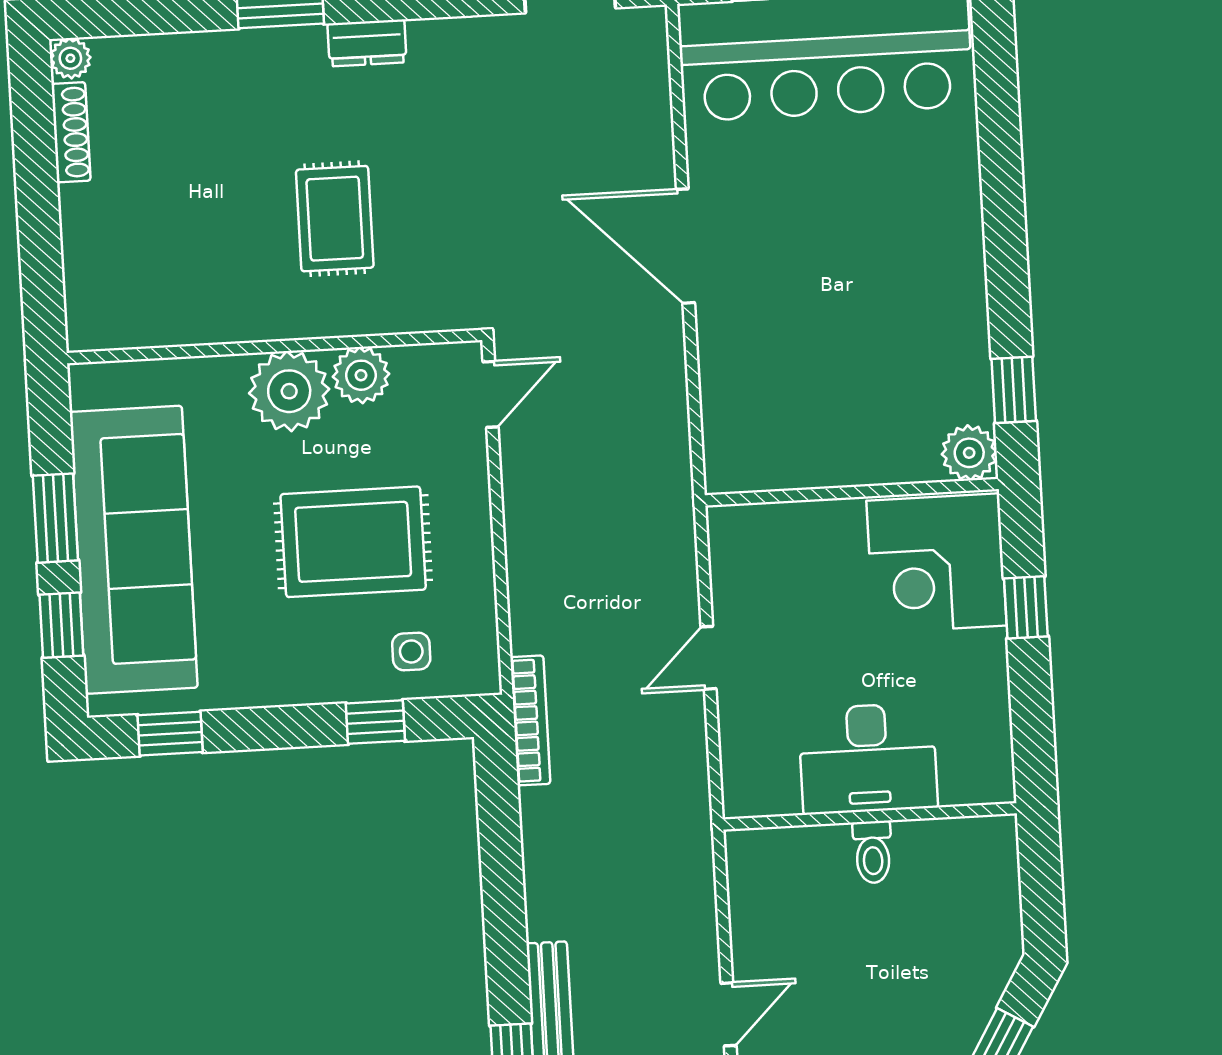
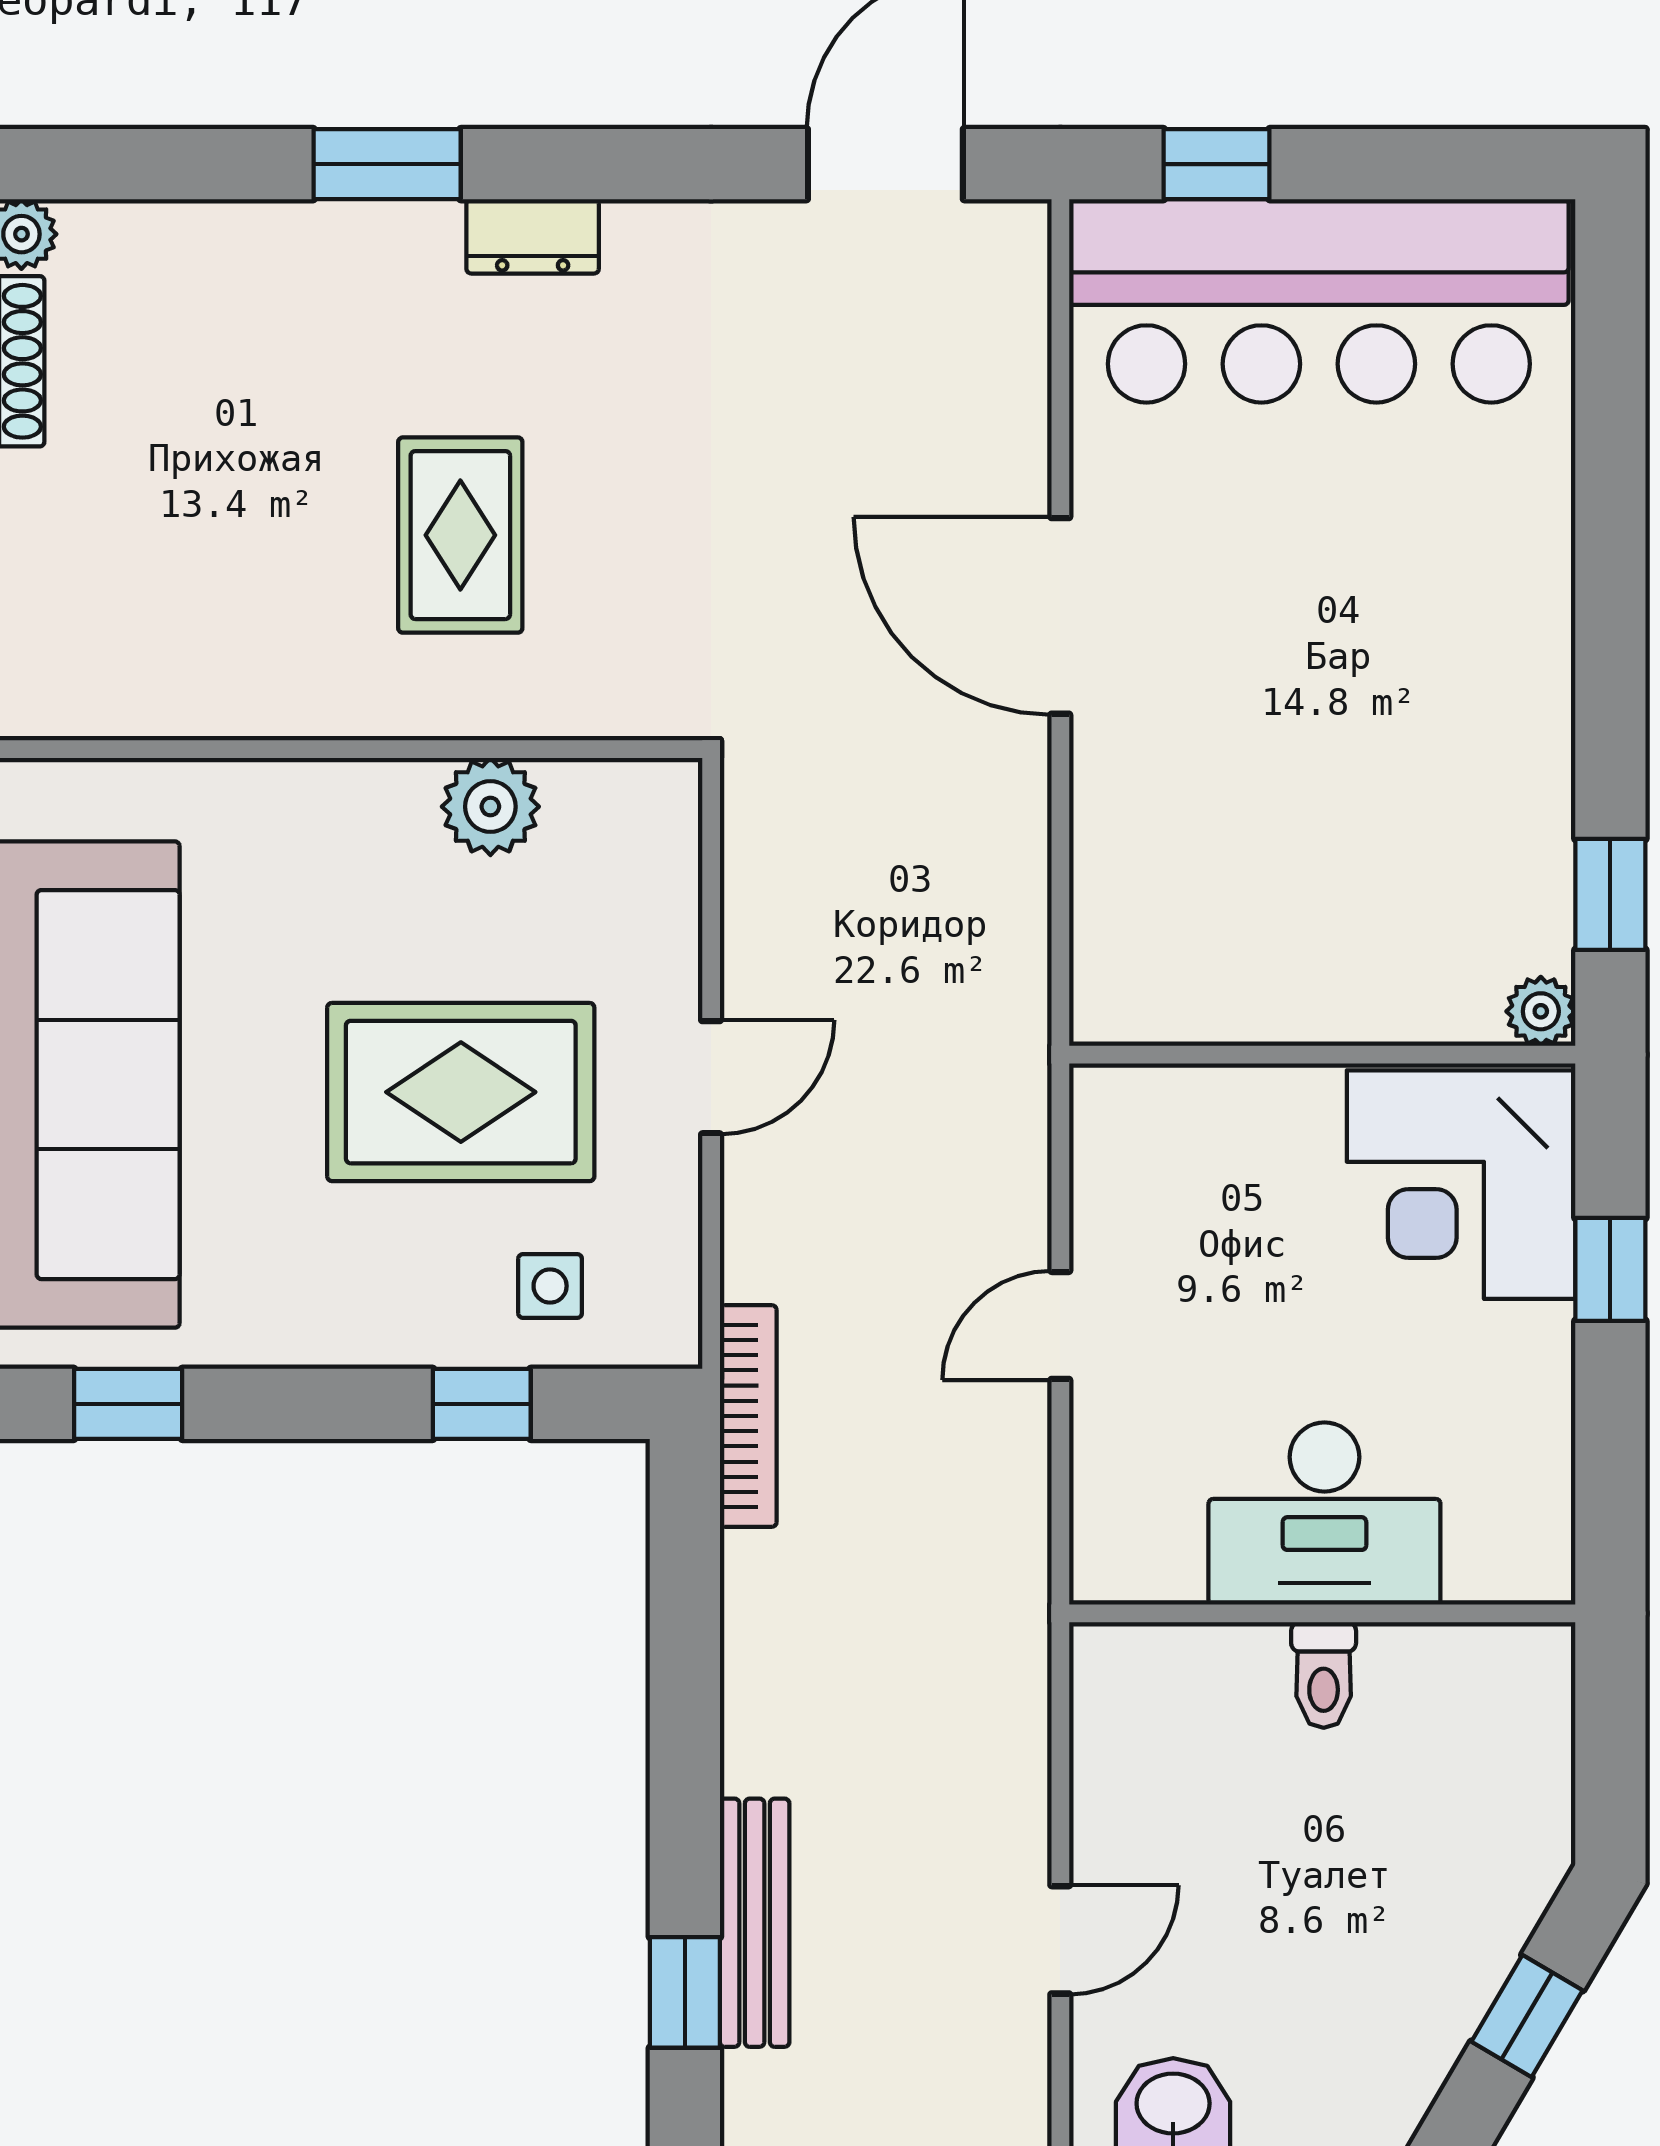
plant: (289, 391) -> (365, 827), removed
door: (491, 394) -> (711, 1077), moved
plant: (969, 453) -> (1541, 1011), width x0.73, depth x0.73

